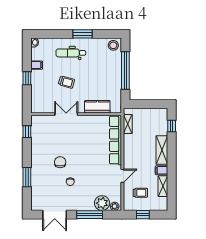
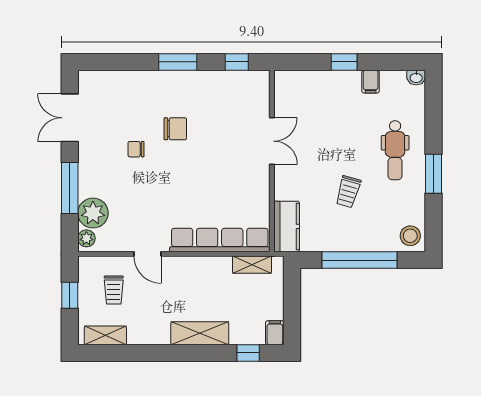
dental chair: (71, 53) -> (395, 150), turned 180
trolley: (66, 82) -> (348, 192), moved
kitchen counter: (97, 107) -> (287, 226), moved
filing cabinet: (161, 170) -> (275, 333), moved
window: (27, 177) -> (178, 62), moved
shelving: (163, 186) -> (105, 335), moved

